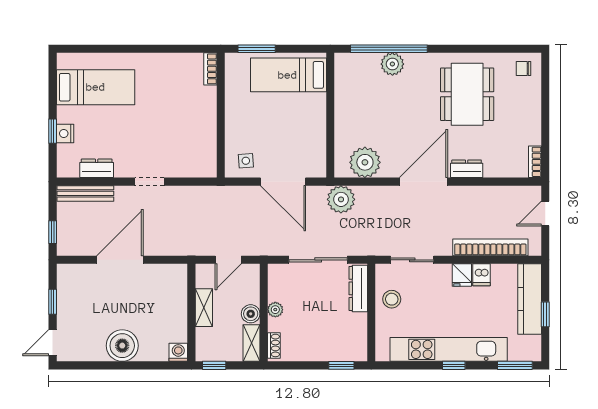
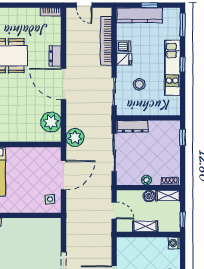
stool: (392, 299) -> (139, 84), moved
kitchen unit: (449, 349) -> (172, 68), width x0.73

